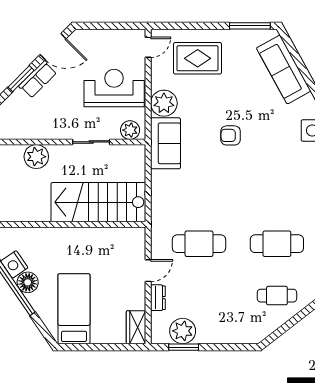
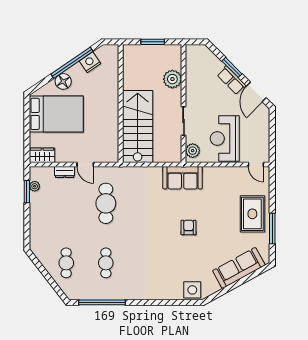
window: (250, 26) -> (272, 228), moved
rug: (198, 58) -> (252, 214), moved
reception desk: (114, 88) -> (225, 138), turned 180
plant: (164, 103) -> (213, 177), removed
cafe table: (277, 244) -> (106, 263), width x0.73, depth x0.74
floor lamp: (28, 282) -> (63, 81), moved
bed: (74, 309) -> (56, 114), width x1.50
plant: (183, 331) -> (35, 186), width x0.53, depth x0.53

